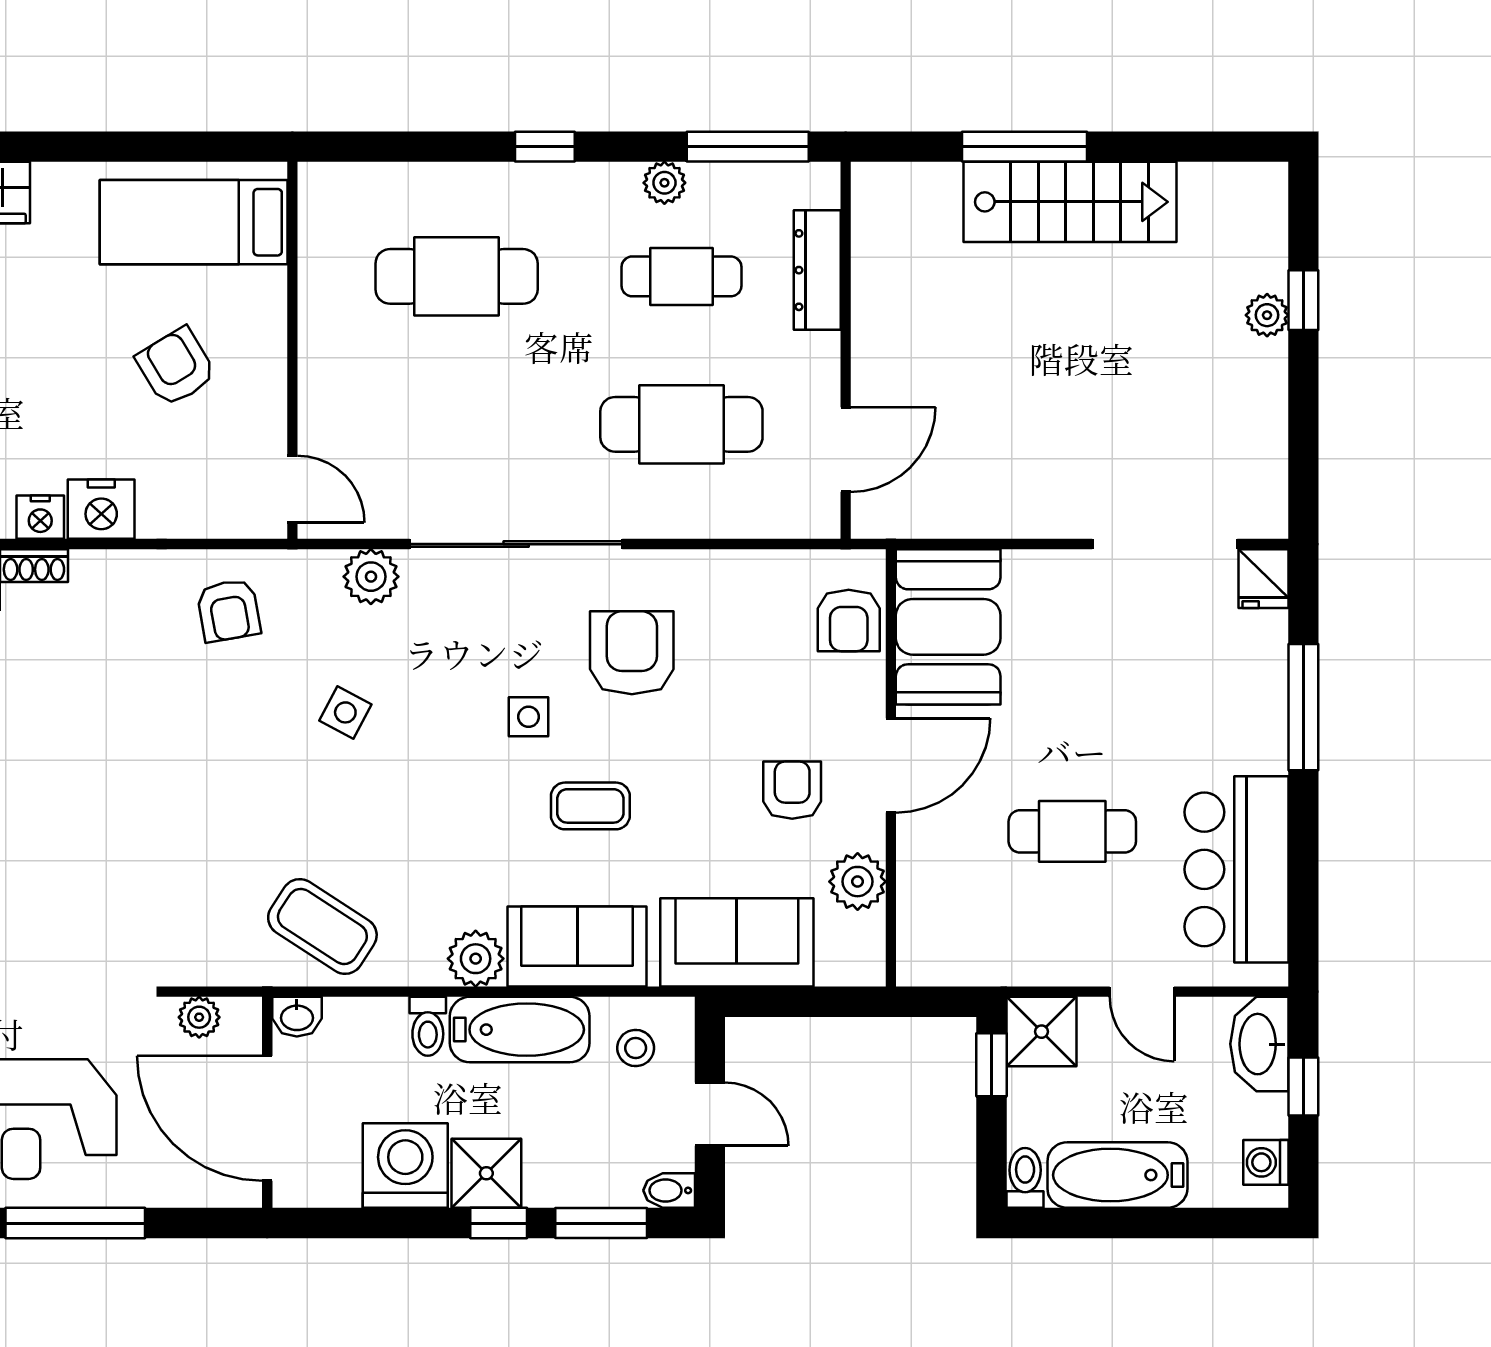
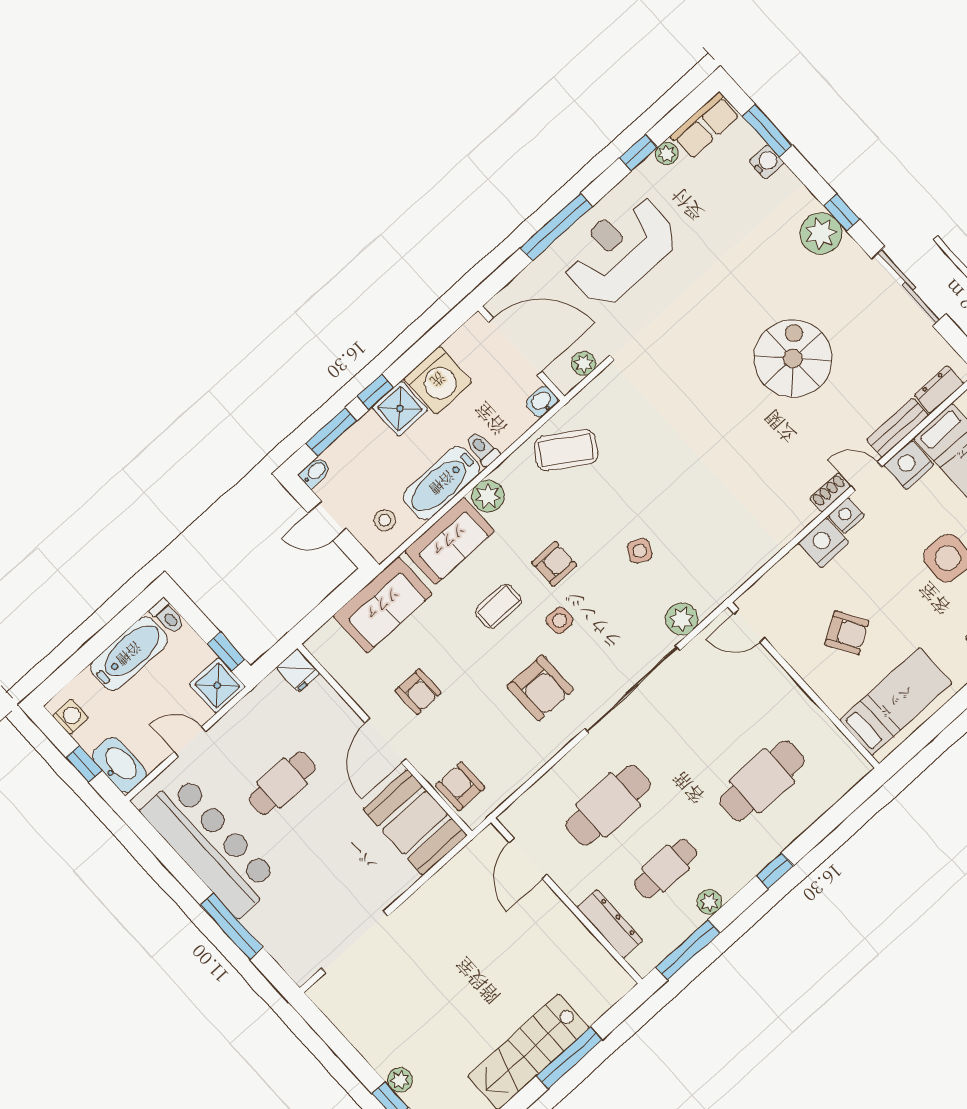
fridge: (1263, 579) -> (298, 670), moved, turned 180
armchair: (229, 610) -> (554, 564), moved, turned 100
bar counter: (1236, 869) -> (210, 845), width x1.36
plant: (858, 882) -> (355, 678), removed

